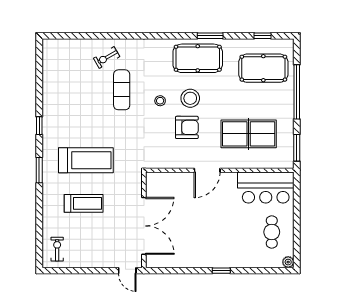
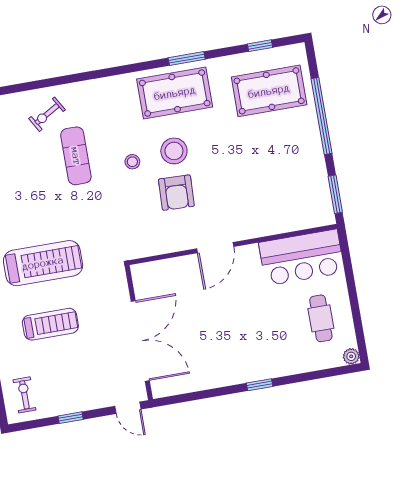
armchair: (187, 127) -> (176, 193), turned 92
table tennis table: (249, 134) -> (265, 187), removed
window: (86, 271) -> (71, 418), added

